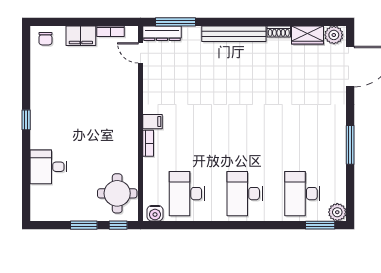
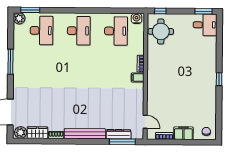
dresser: (162, 33) -> (119, 134), moved
desk: (48, 167) -> (205, 25), moved
window: (84, 225) -> (203, 11), moved

